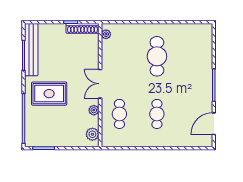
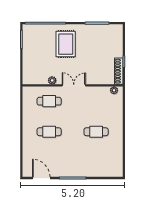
bench: (31, 50) -> (101, 29), removed
cafe table: (157, 56) -> (96, 132), width x0.73, depth x0.74
plant: (92, 134) -> (33, 79), removed

